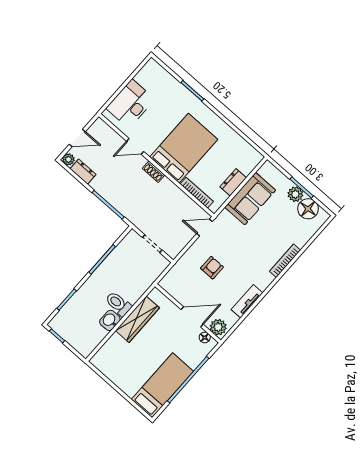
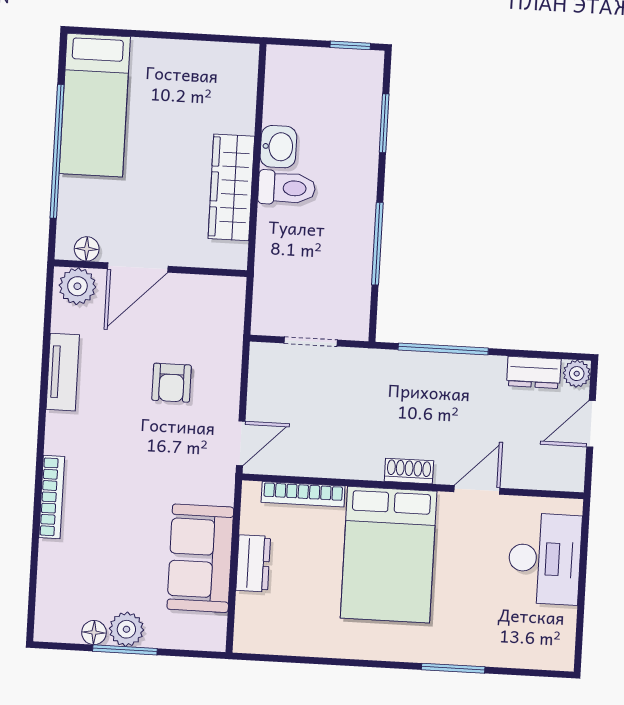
floor lamp: (308, 209) -> (94, 633), width x0.53, depth x0.53

